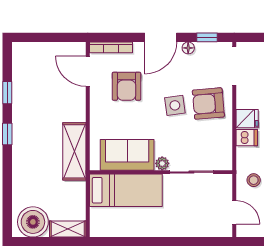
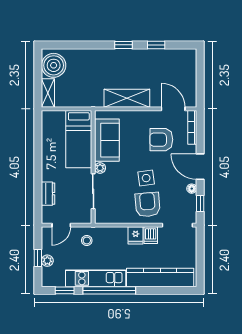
door: (88, 71) -> (173, 109), hinge flipped
dishwasher: (247, 138) -> (151, 235), moved
shelving: (74, 151) -> (127, 98), moved
dresser: (195, 229) -> (48, 194), added

